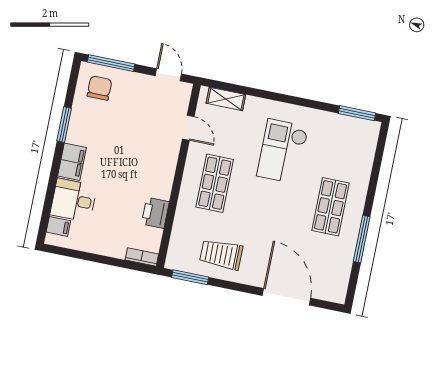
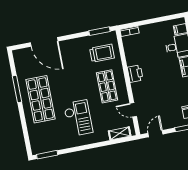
door: (168, 75) -> (155, 134), swing flipped
shop shelf: (331, 207) -> (41, 99), width x1.43, depth x1.36
printer: (155, 213) -> (135, 74), moved
trolley: (221, 254) -> (102, 53), moved

